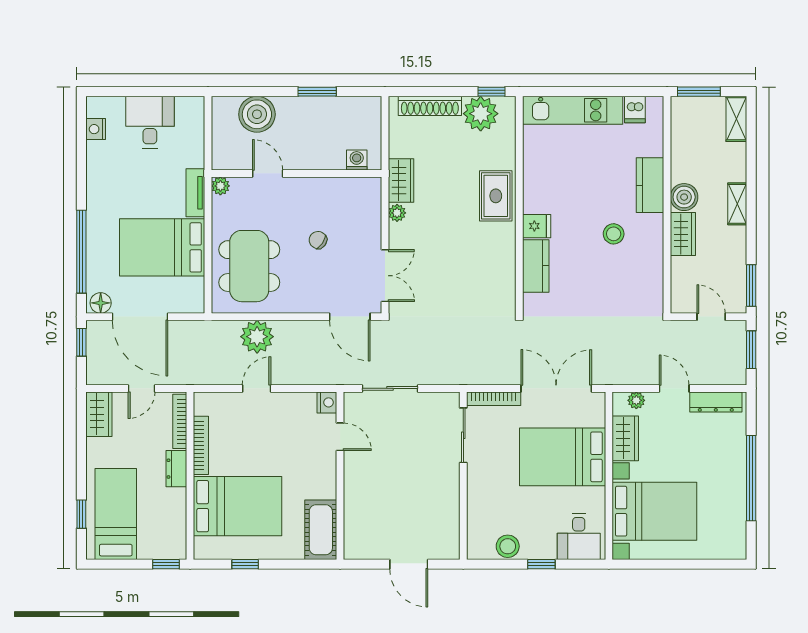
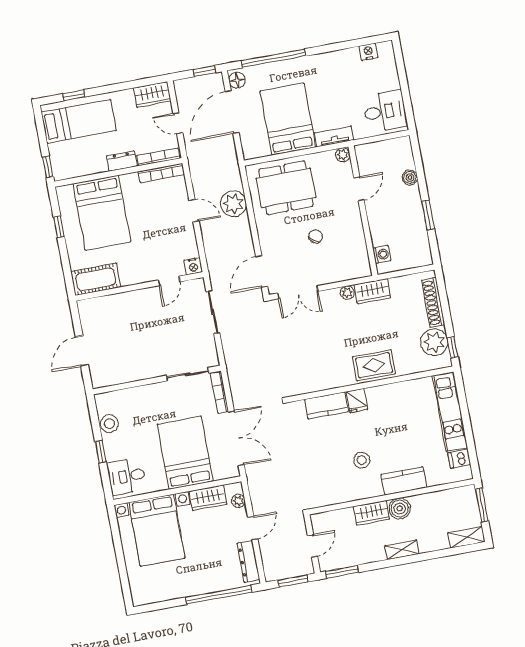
boiler: (257, 114) -> (410, 178), width x0.54, depth x0.54
desk: (150, 122) -> (385, 111), moved
bookcase: (201, 445) -> (161, 173), moved
window: (751, 478) -> (219, 595), moved

